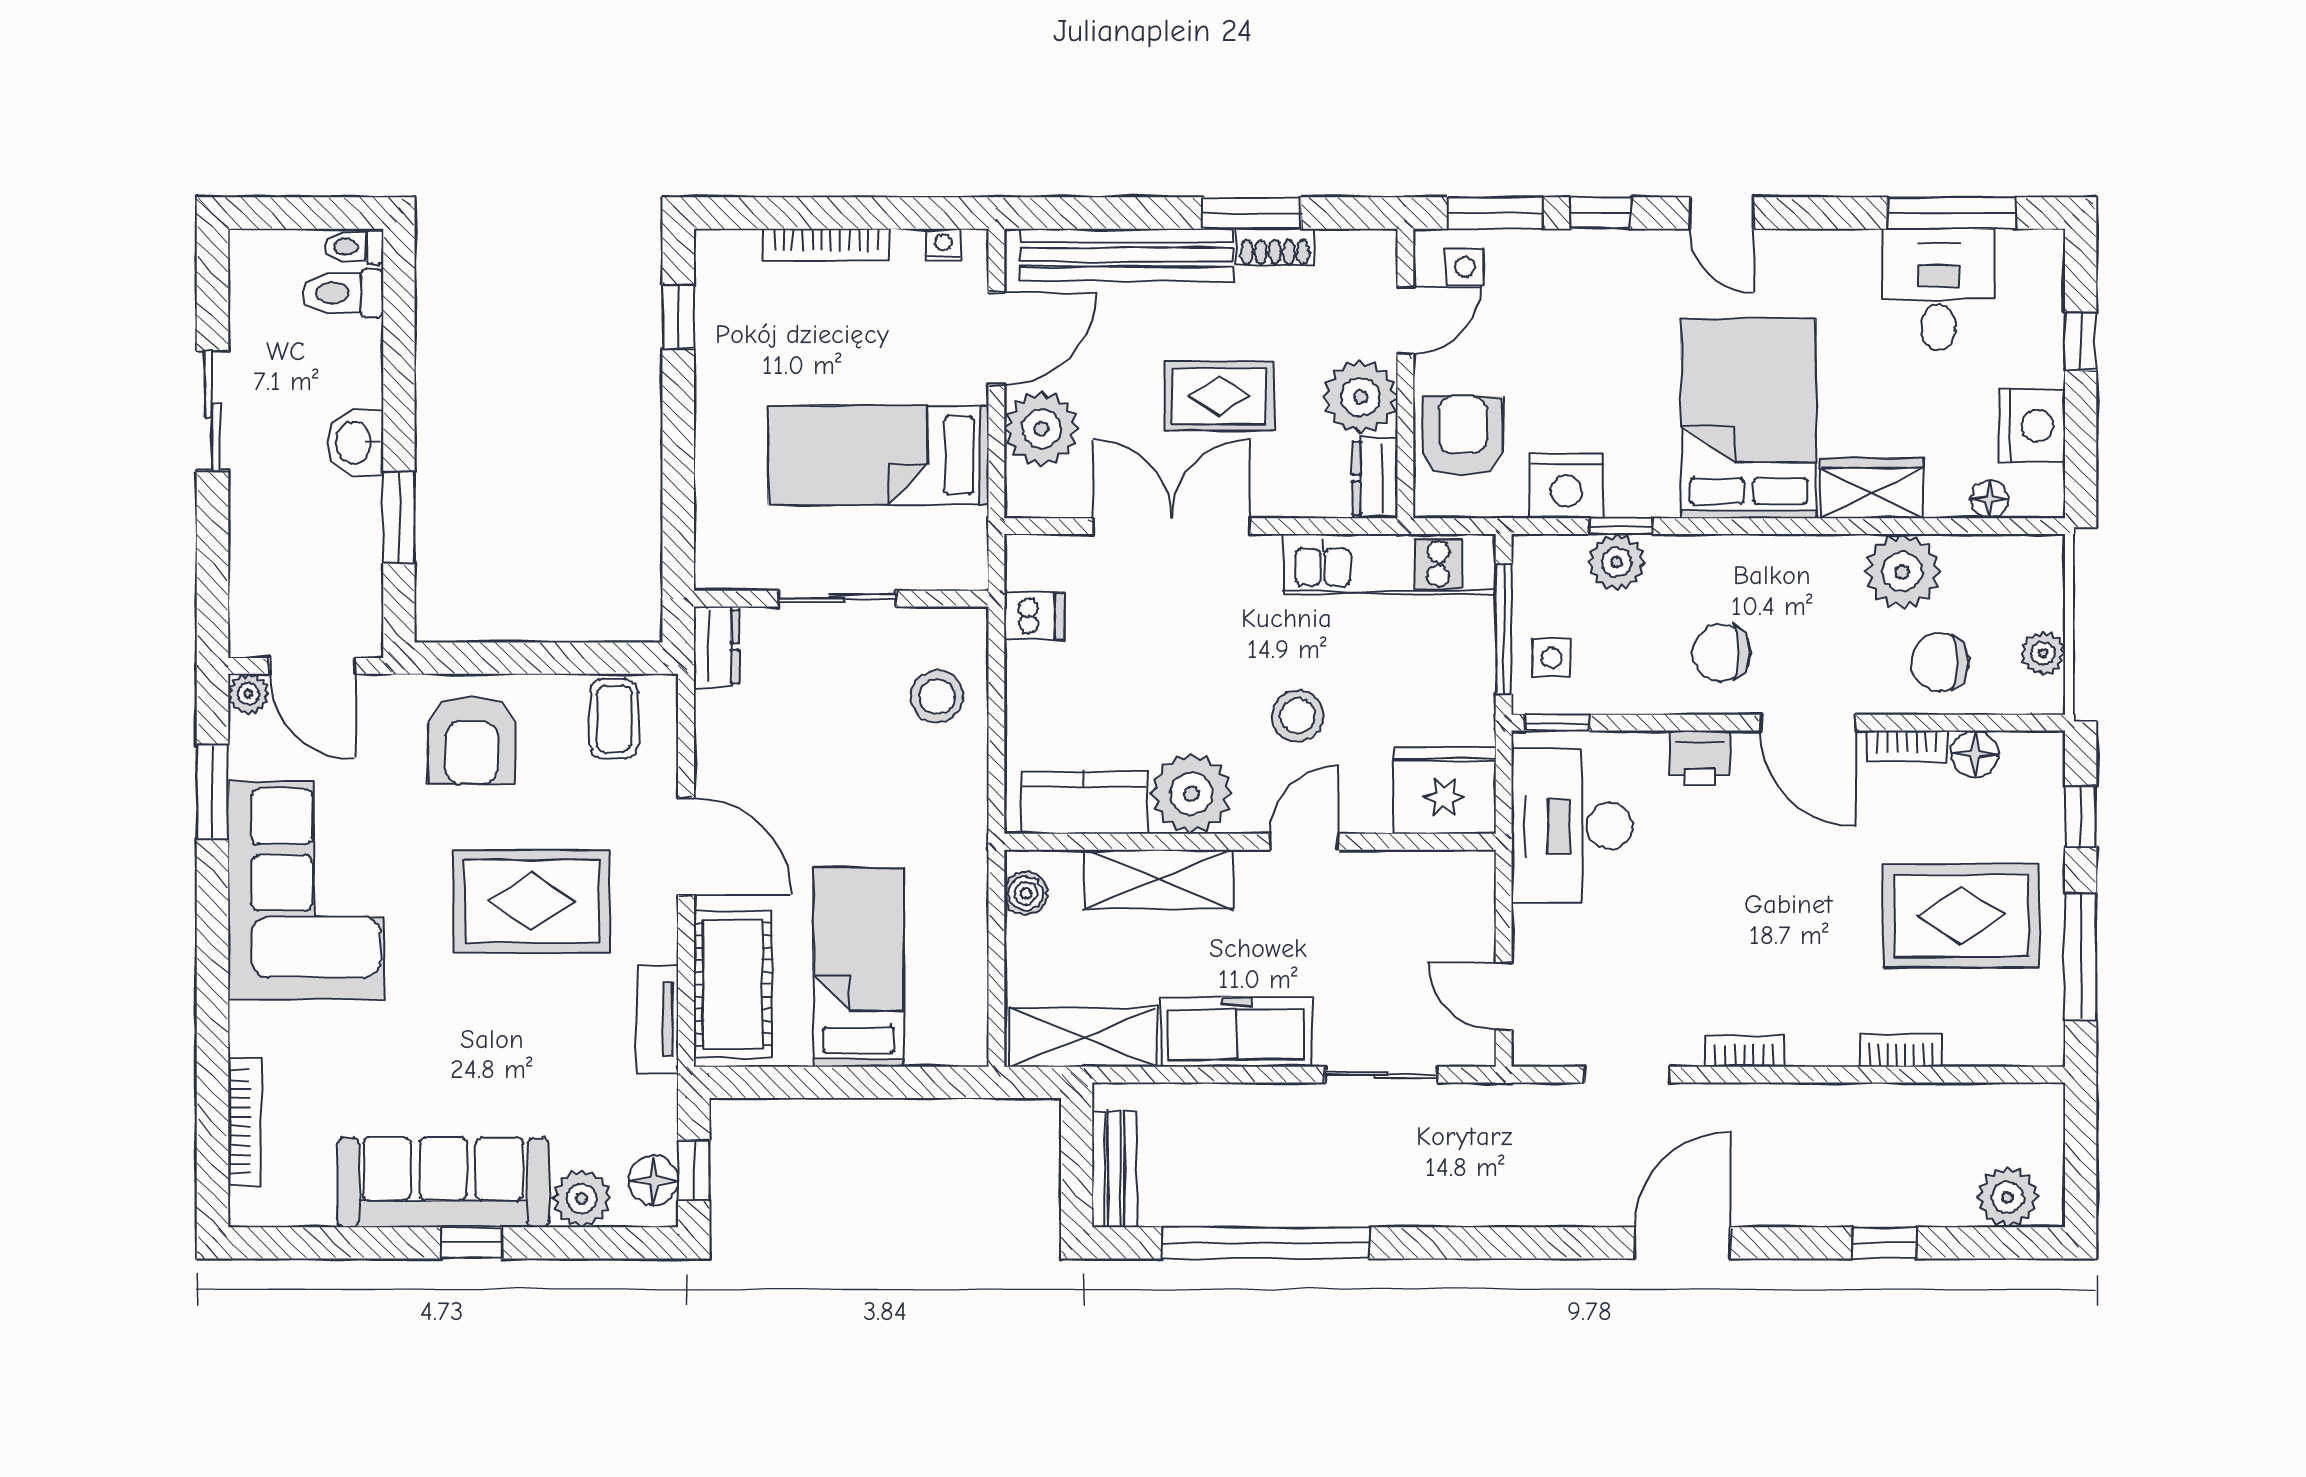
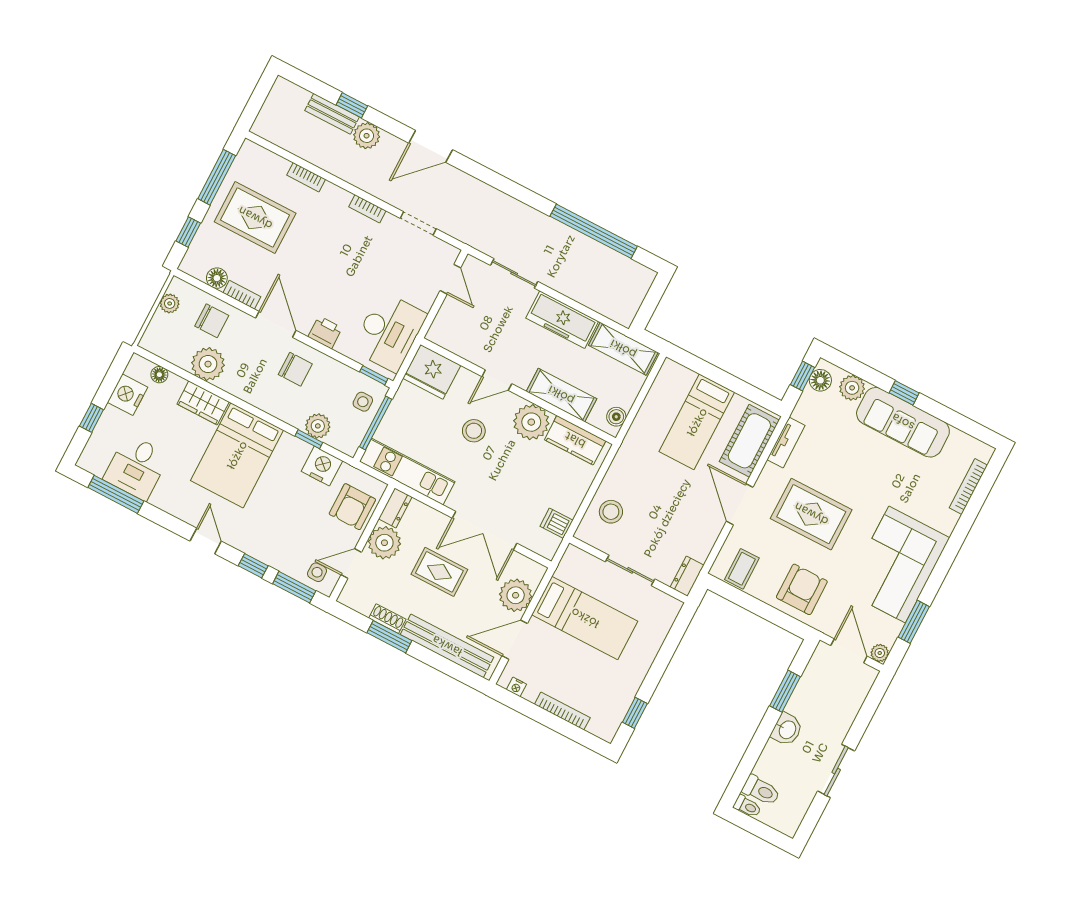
bench: (1114, 1169) -> (332, 114), moved, turned 90
plant: (2007, 1197) -> (367, 136), moved

